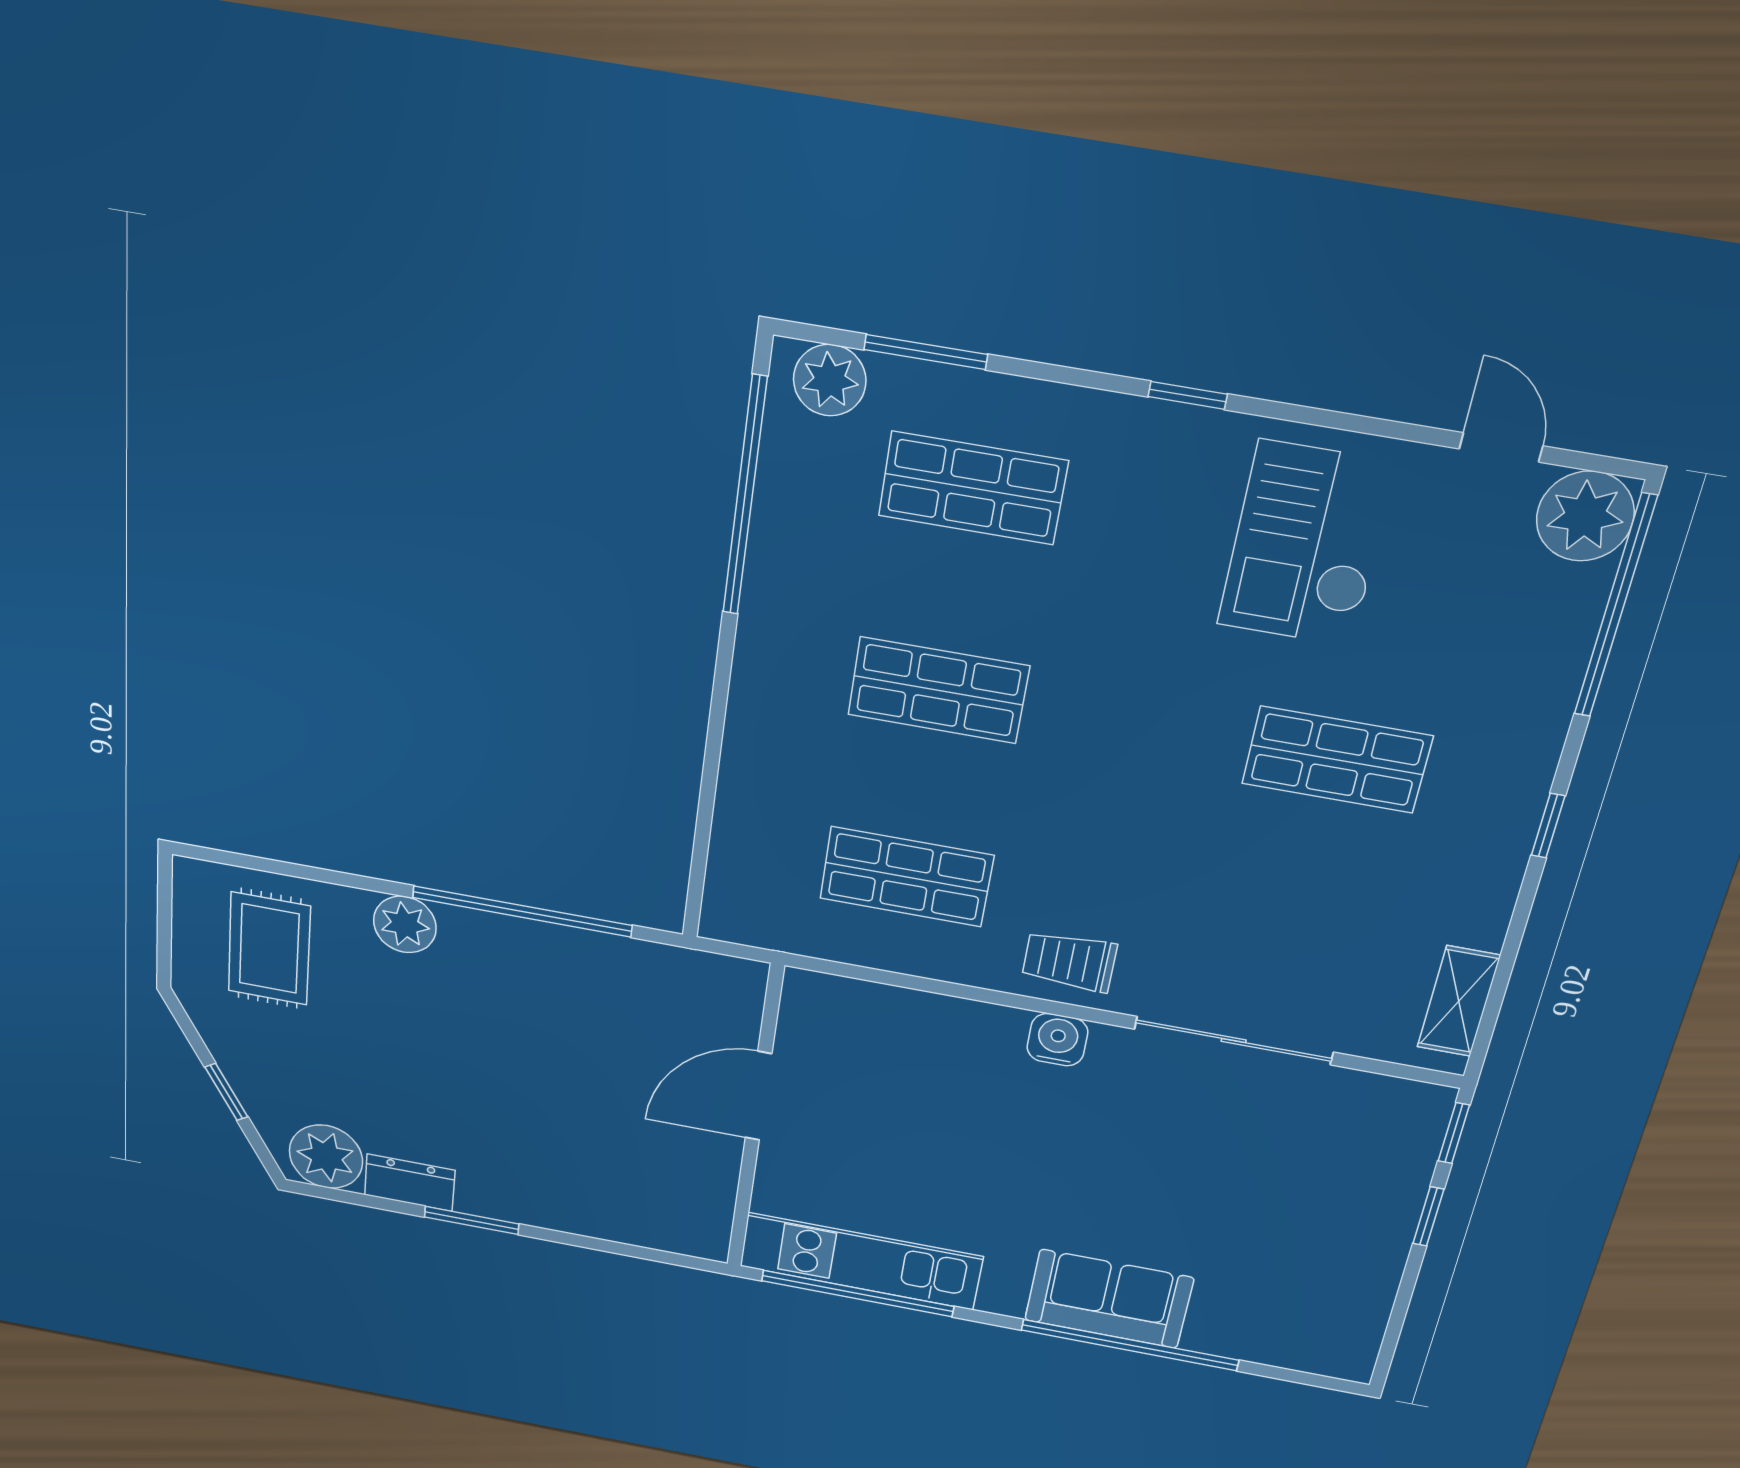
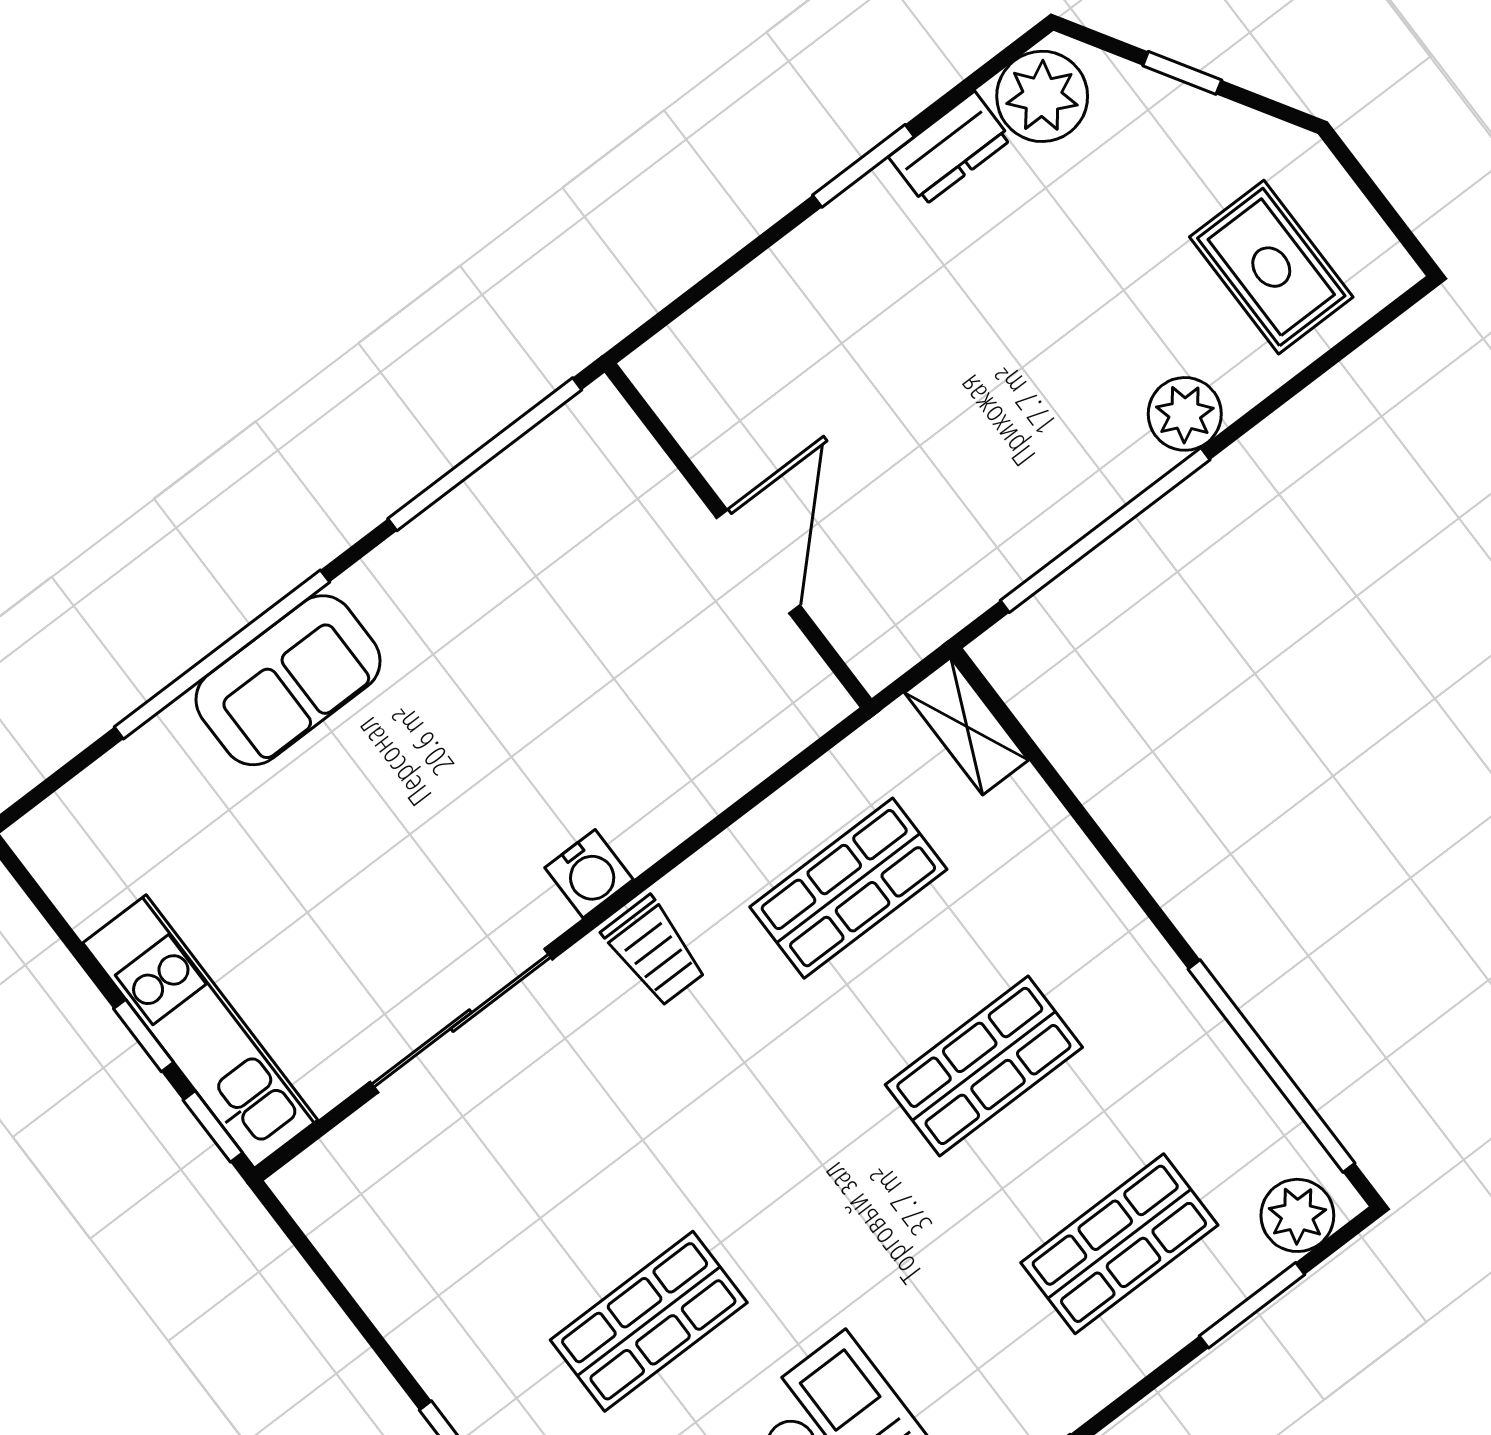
trolley: (1069, 961) -> (654, 951), turned 90
shelving: (1459, 1001) -> (967, 726), moved
kitchen unit: (861, 1261) -> (200, 1031), moved, turned -90

